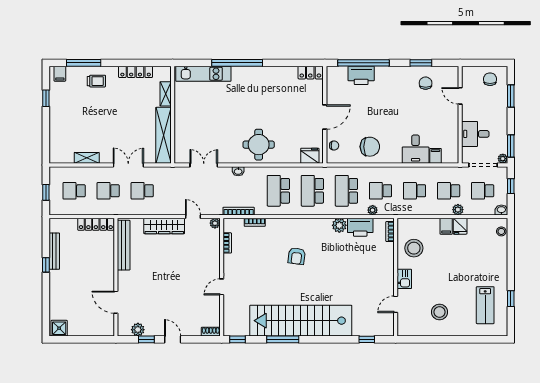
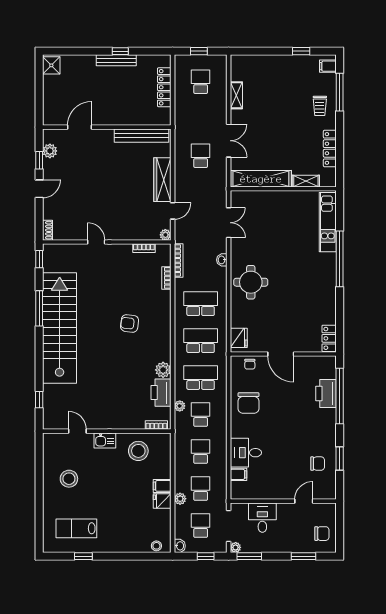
school desk: (108, 191) -> (201, 119), removed
locker: (96, 224) -> (164, 87), moved
bench: (54, 251) -> (116, 60), moved

